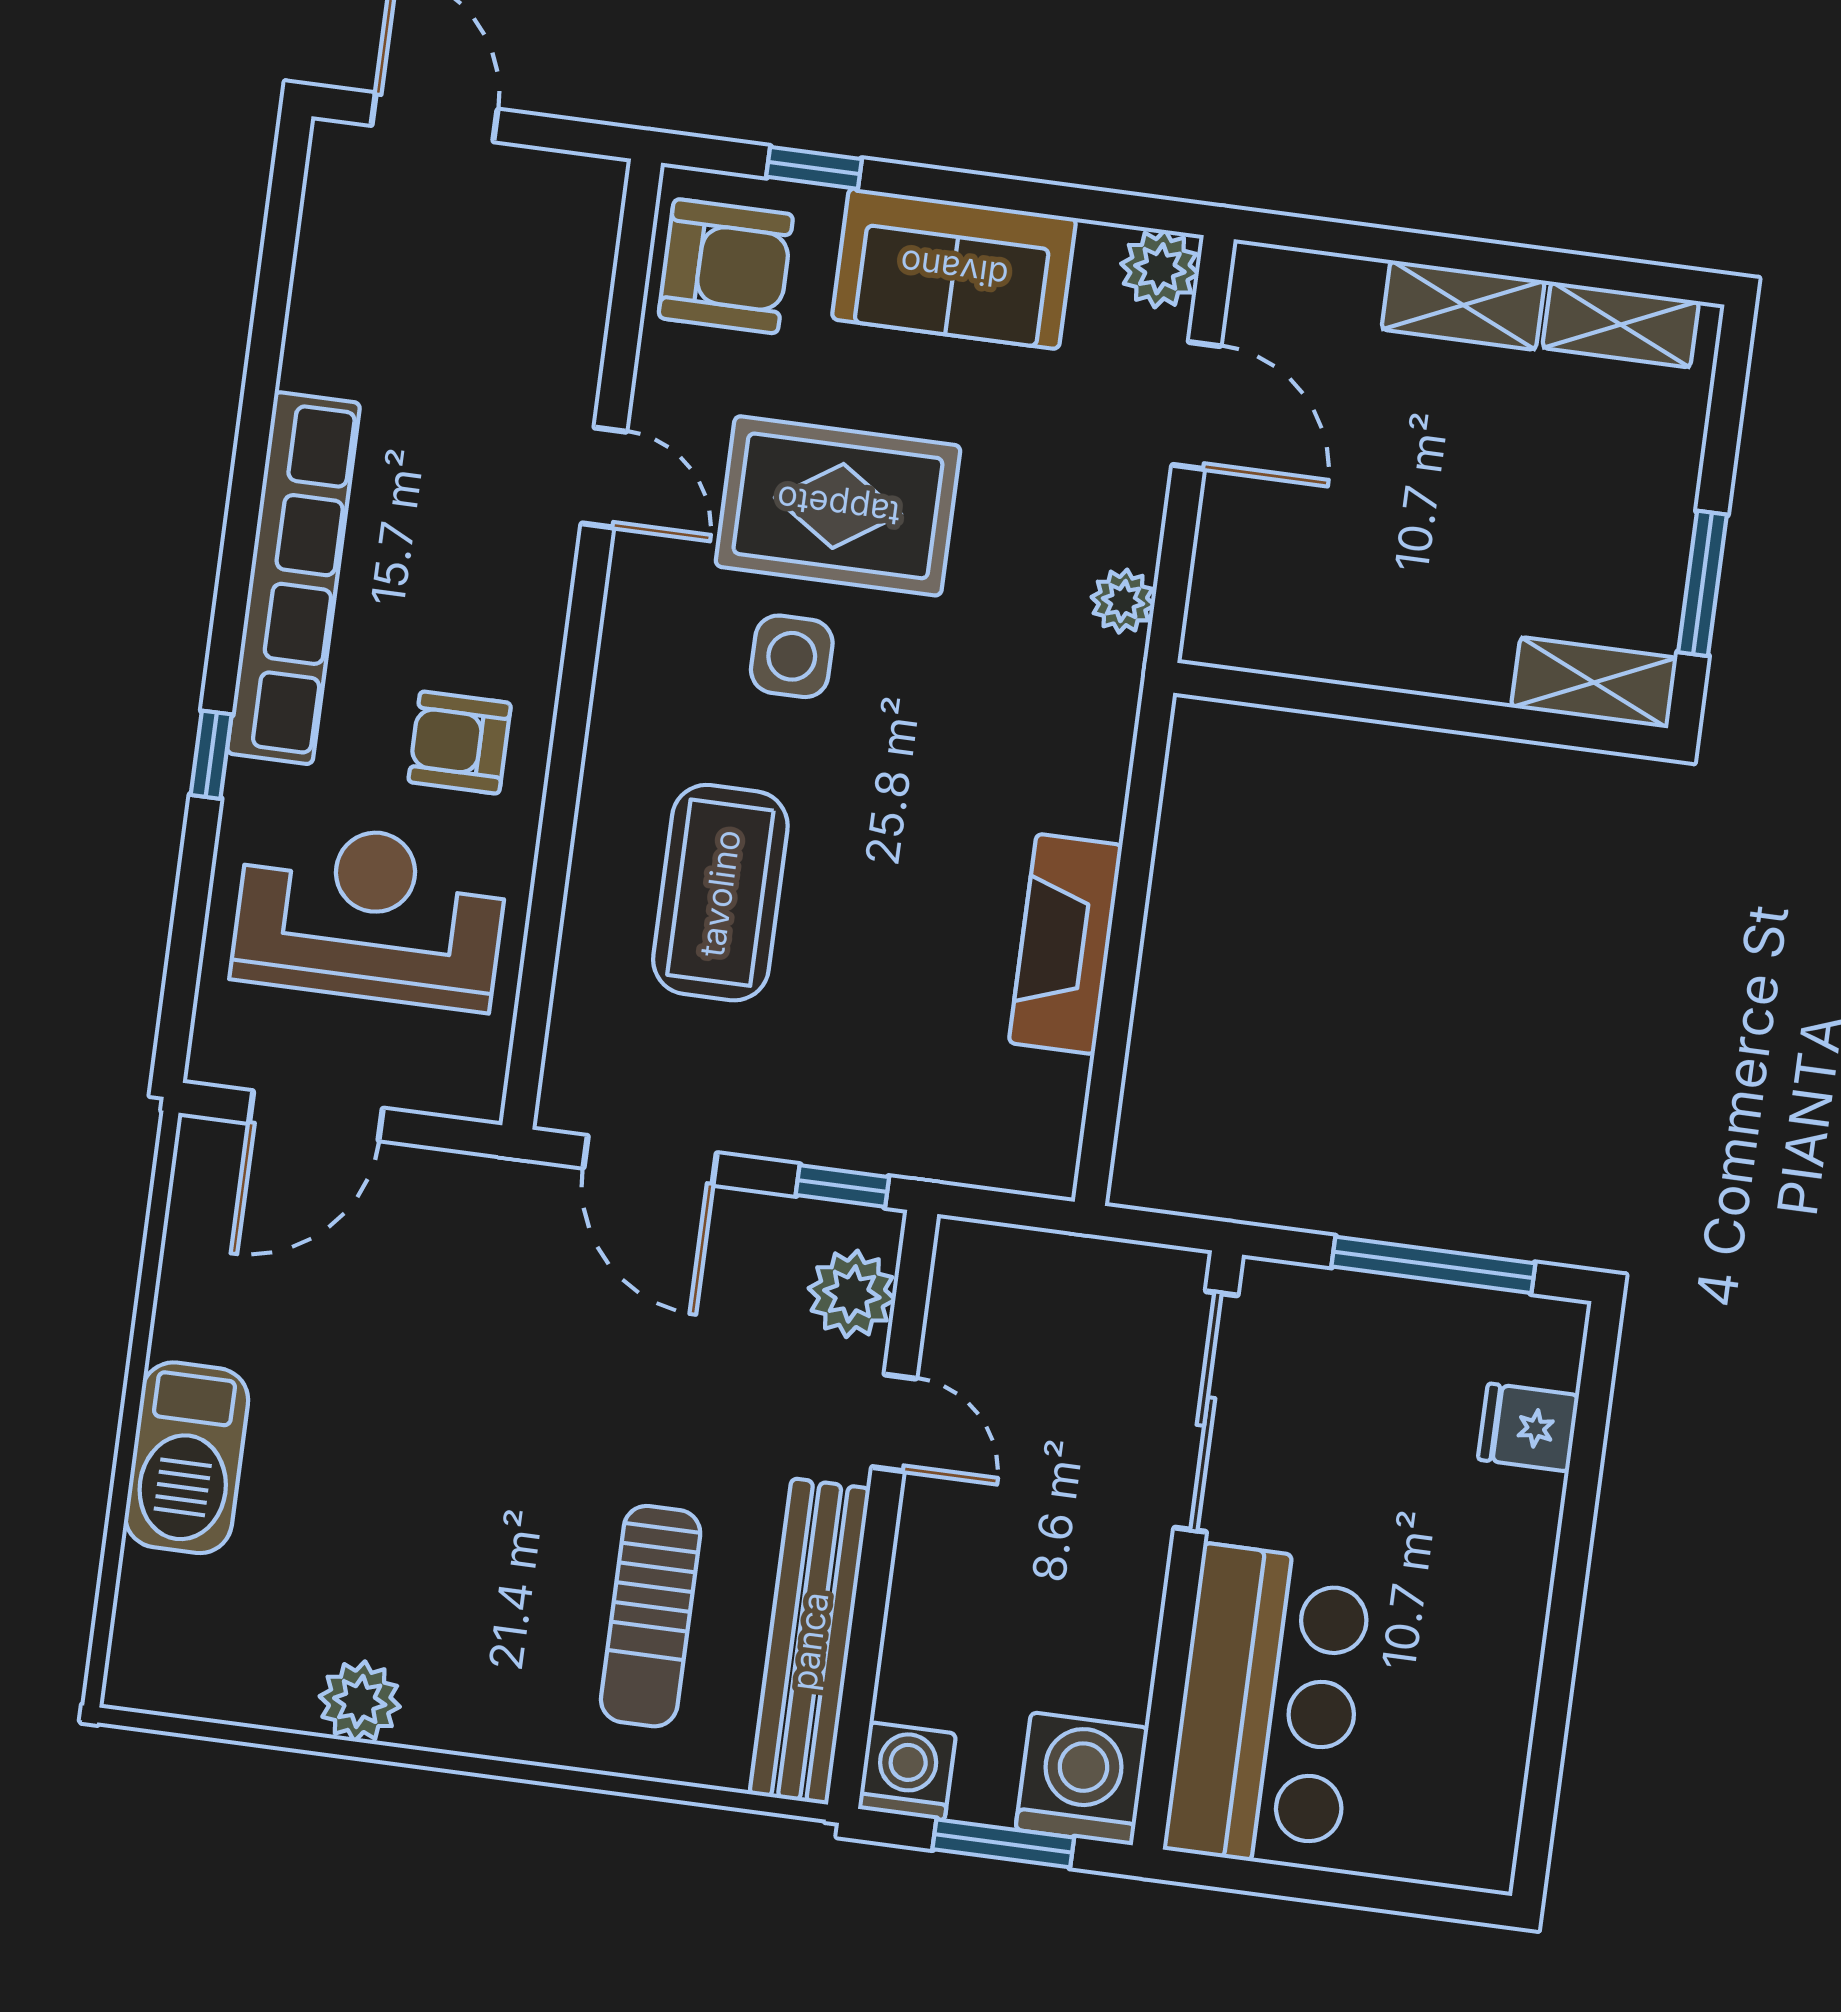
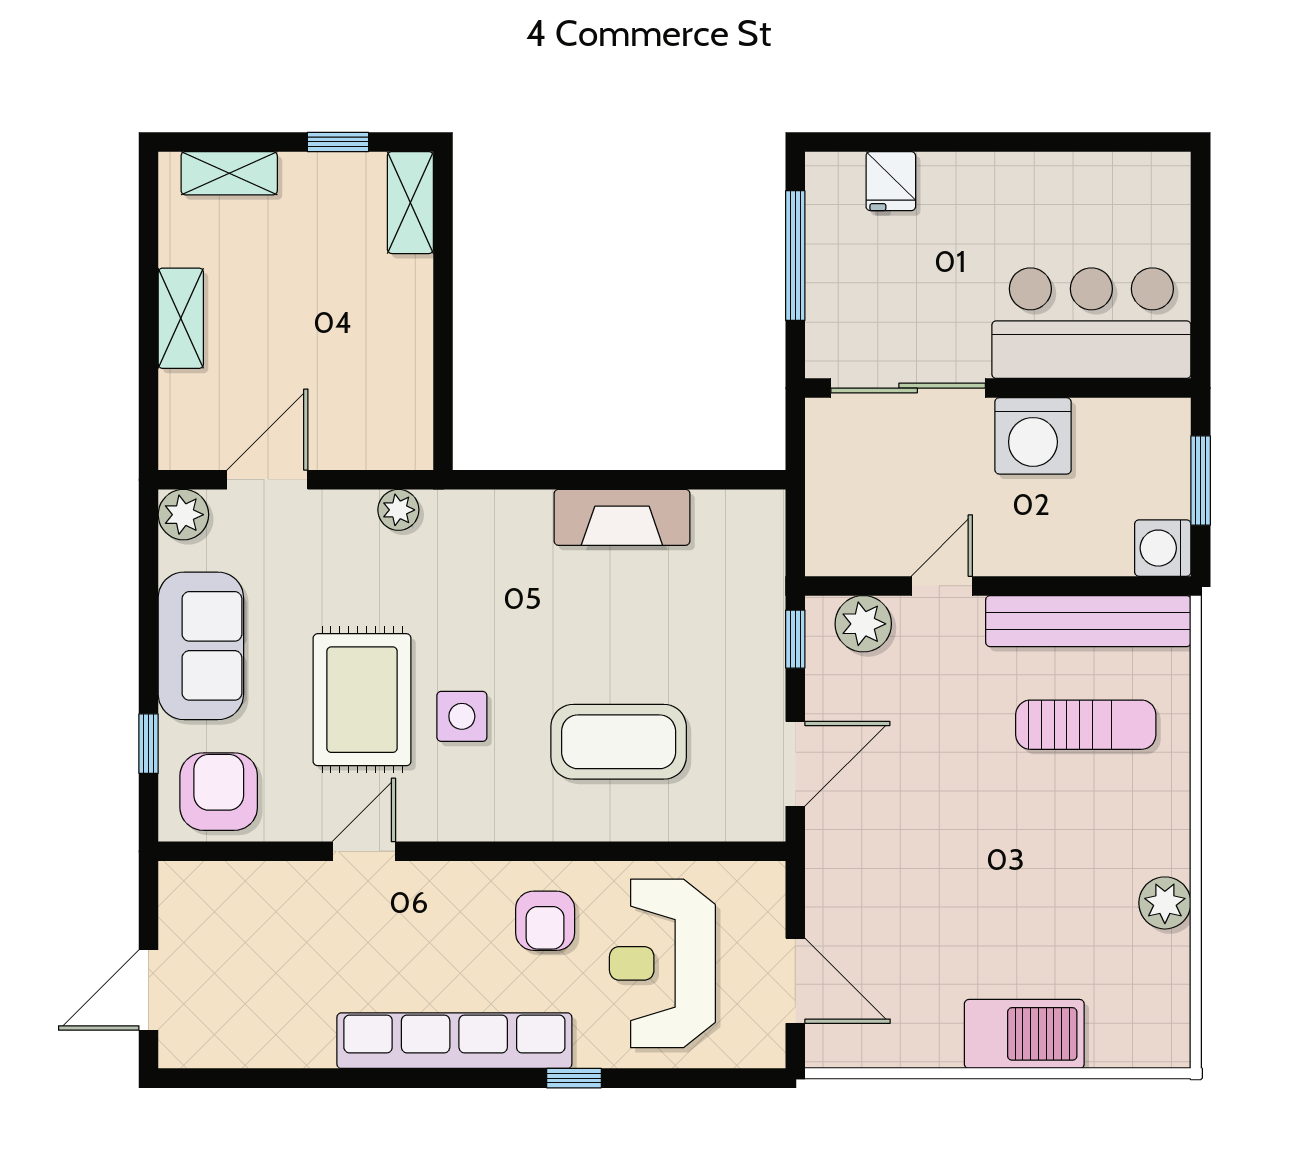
shelving: (1621, 325) -> (229, 173), moved, turned 90
window: (1702, 583) -> (338, 142), width x0.67
washing machine: (1082, 1779) -> (1033, 436), moved, turned -90

